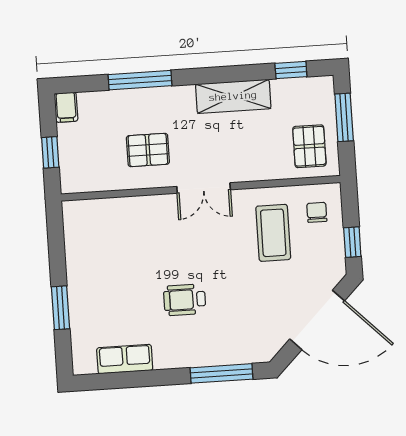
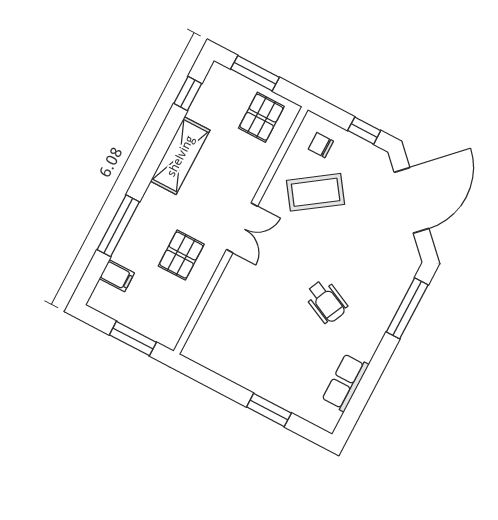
filing cabinet: (66, 107) -> (117, 276), moved
pallet: (309, 146) -> (261, 117), turned 90
window: (50, 152) -> (133, 339), width x1.50
coffee table: (273, 233) -> (316, 192), turned -35
wheelchair: (185, 300) -> (326, 301), turned -65

